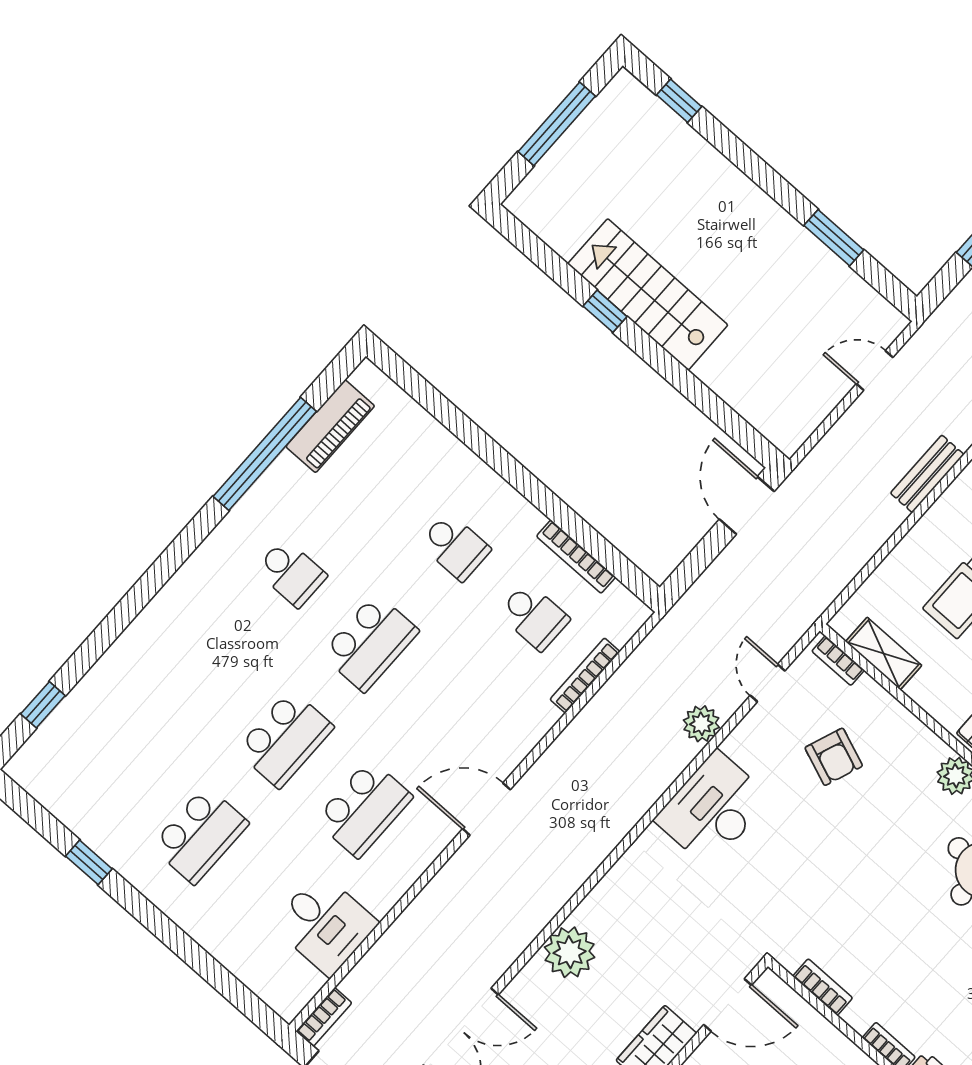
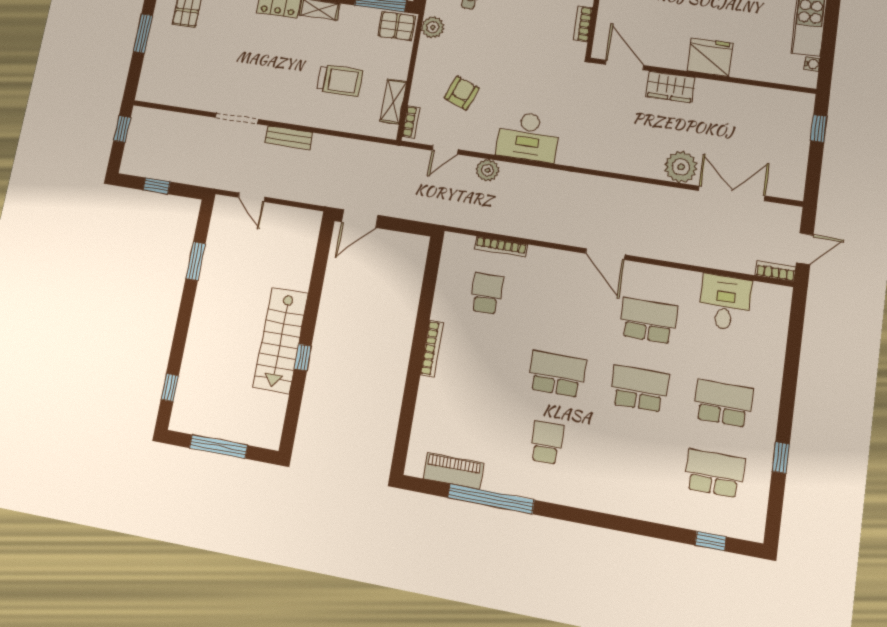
school desk: (455, 547) -> (714, 473), moved, width x1.85
bookcase: (576, 557) -> (432, 349), moved
plant: (570, 952) -> (681, 167), moved

